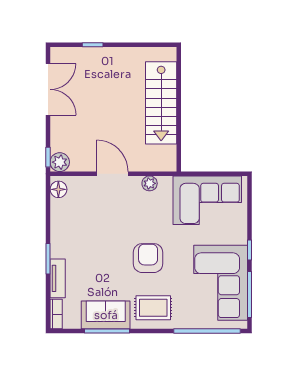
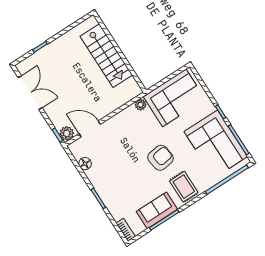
door: (112, 174) -> (90, 129), moved
plant: (150, 183) -> (141, 105), moved
floor lamp: (58, 189) -> (85, 164), moved
armchair: (148, 258) -> (160, 158), turned 82
tv unit: (58, 278) -> (112, 207), removed
rug: (153, 308) -> (184, 187), turned 90

